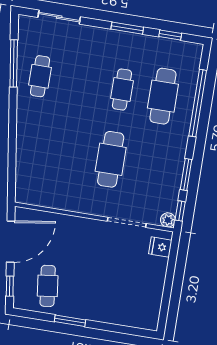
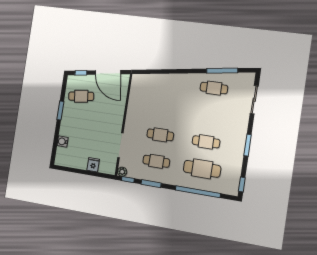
window: (170, 35) -> (242, 185), moved
cafe table: (111, 159) -> (160, 135), width x0.73, depth x0.74
cafe table: (152, 166) -> (156, 161), added
fridge: (160, 247) -> (93, 165), moved
water cooler: (120, 317) -> (63, 142), added

